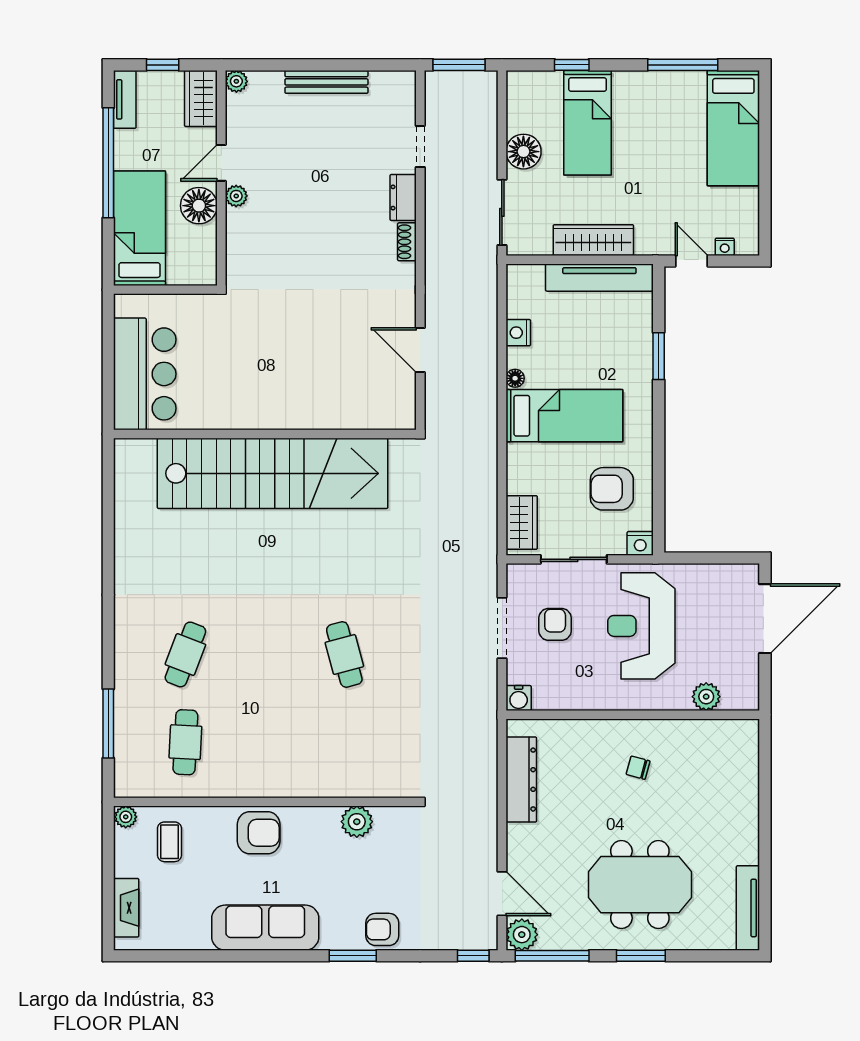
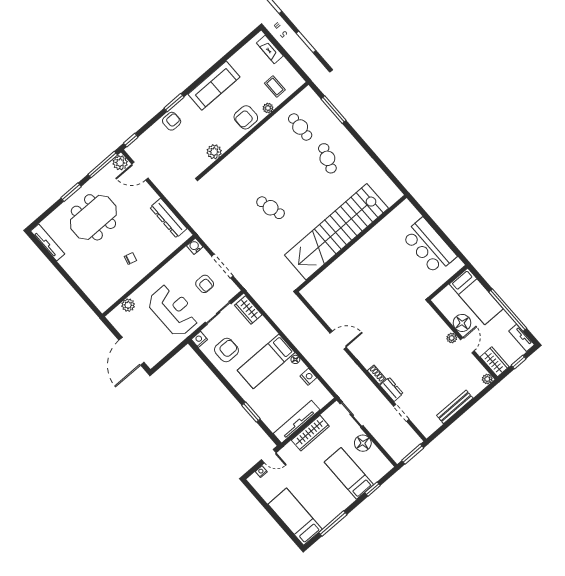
wall: (265, 434) -> (351, 243), moved
stairs: (273, 473) -> (336, 232), moved
plant: (126, 817) -> (268, 108), moved

